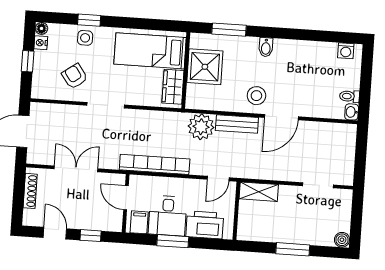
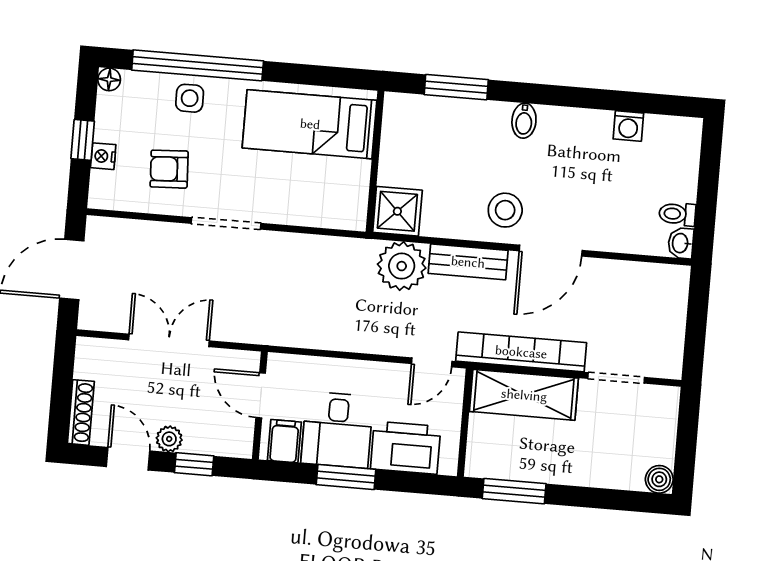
window: (89, 20) -> (198, 65), width x3.17
nightstand: (41, 43) -> (103, 156), moved
washing machine: (346, 51) -> (628, 126), moved
shower: (205, 67) -> (397, 211), moved, width x0.73, depth x0.73
armchair: (75, 76) -> (169, 169), turned -57
wardrobe: (173, 87) -> (351, 191), removed
bookcase: (155, 164) -> (521, 352), moved
shoe rack: (30, 191) -> (81, 412), moved
shelving: (259, 192) -> (524, 395), width x1.50, depth x1.33
plant: (77, 222) -> (169, 439), added
window: (293, 249) -> (514, 491), moved

